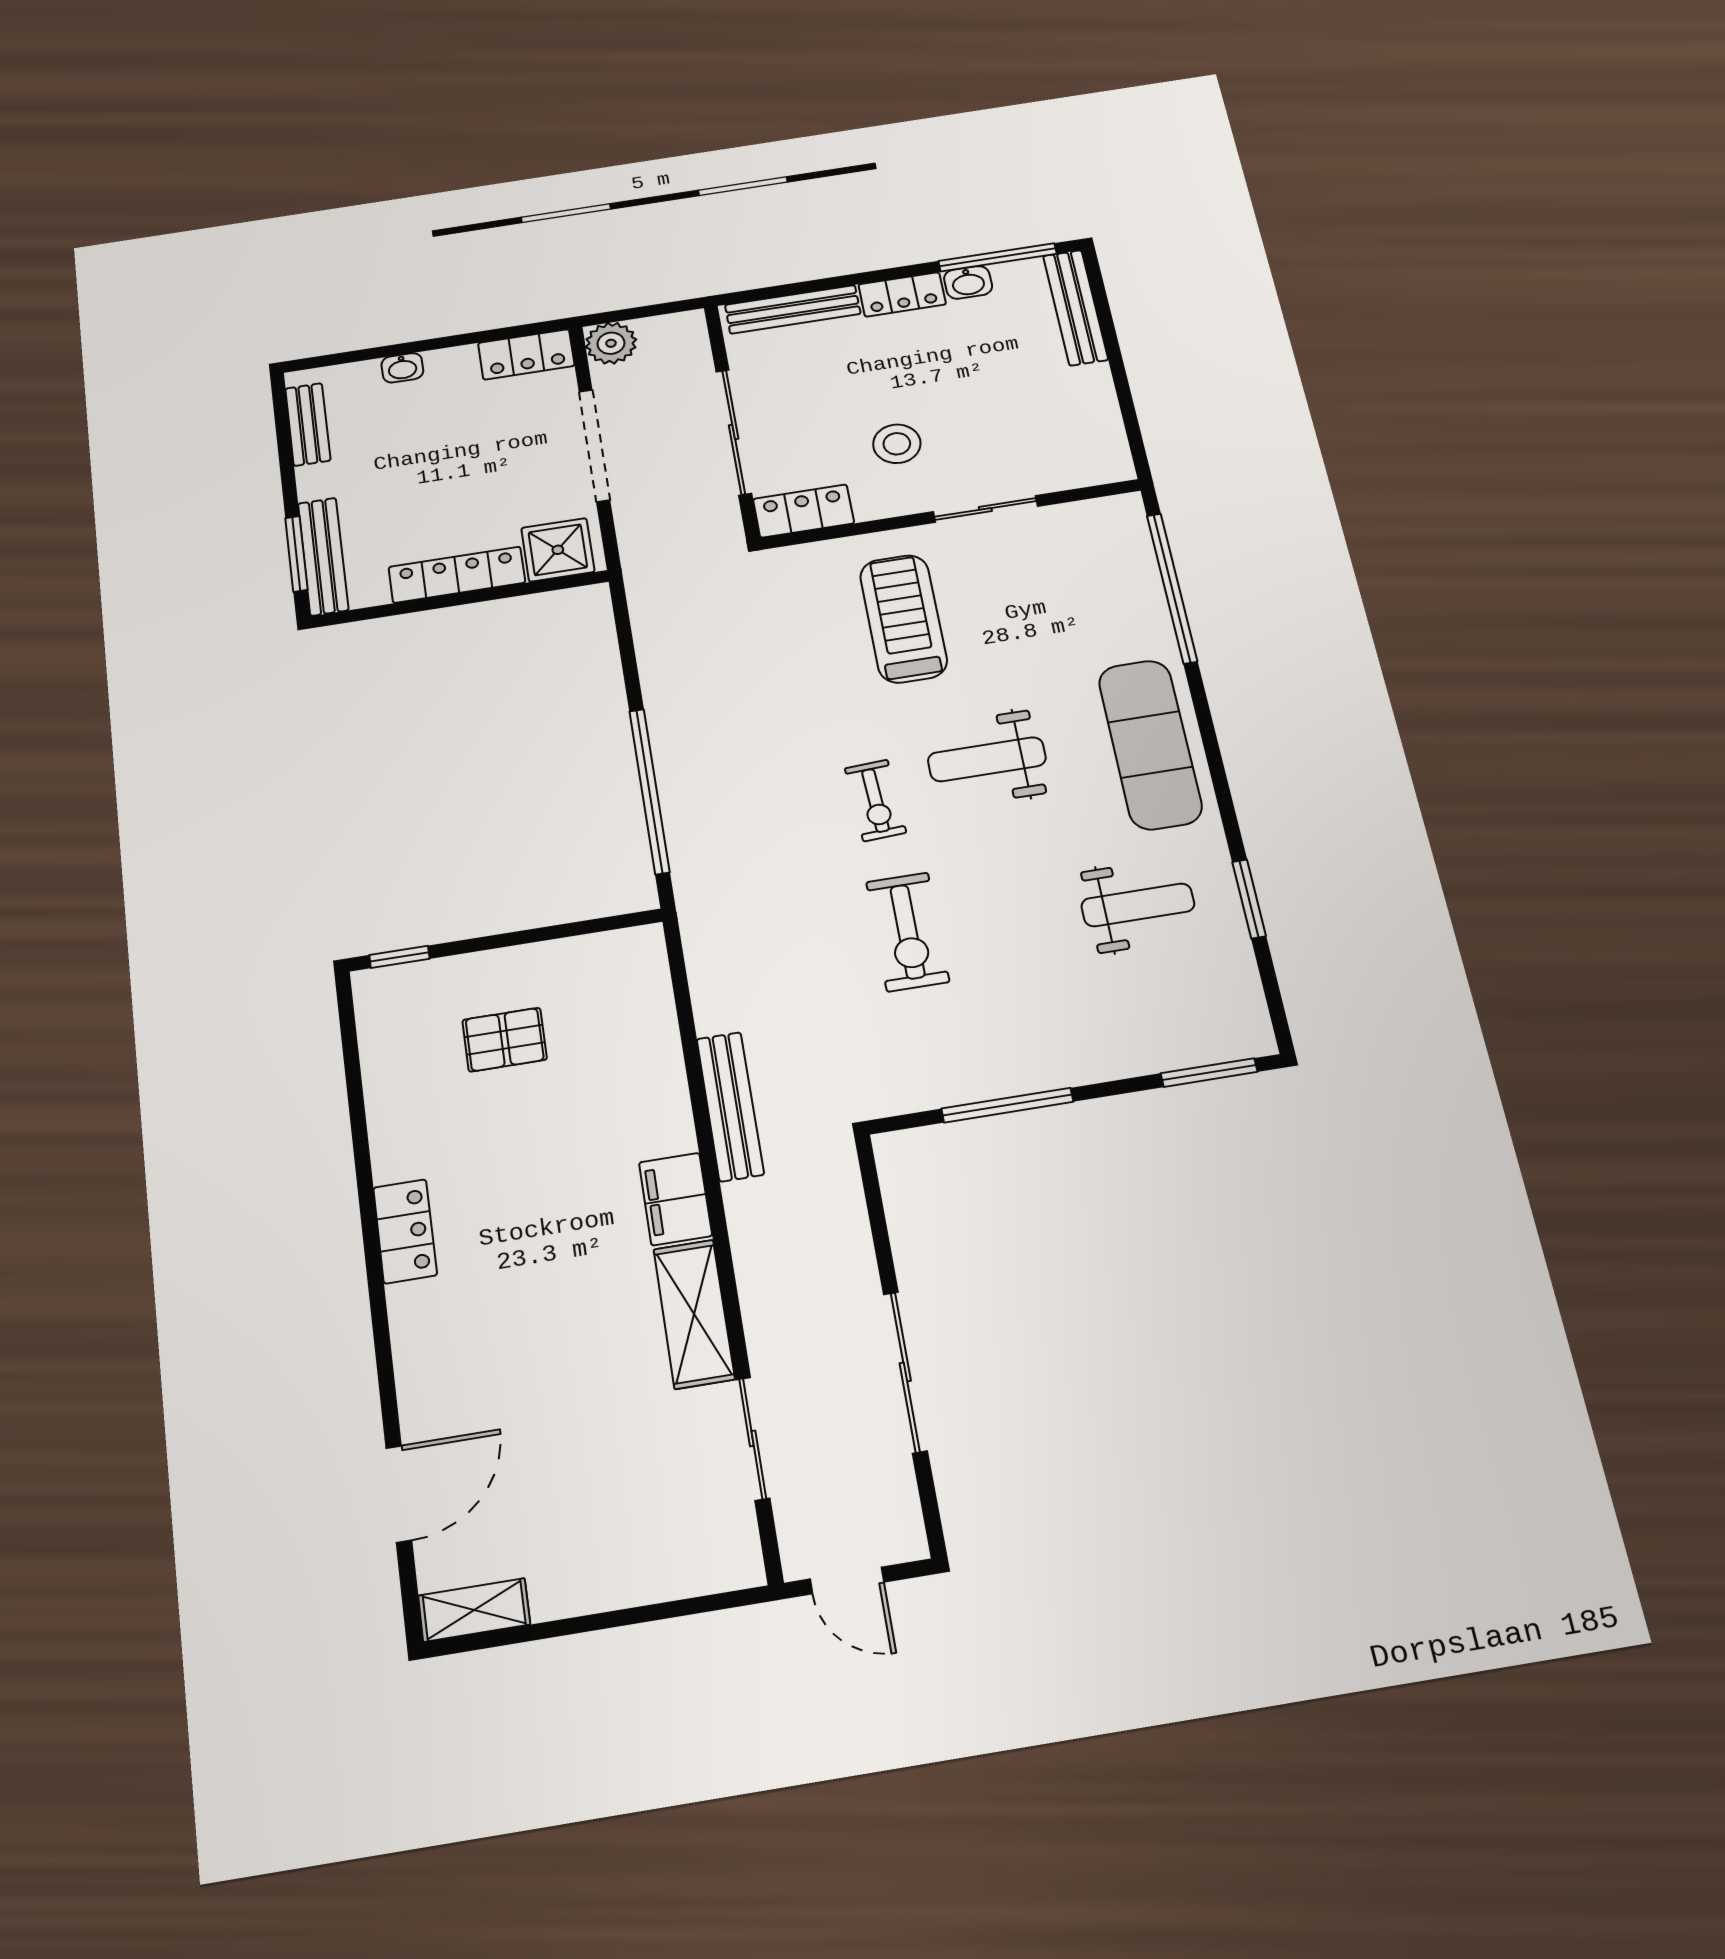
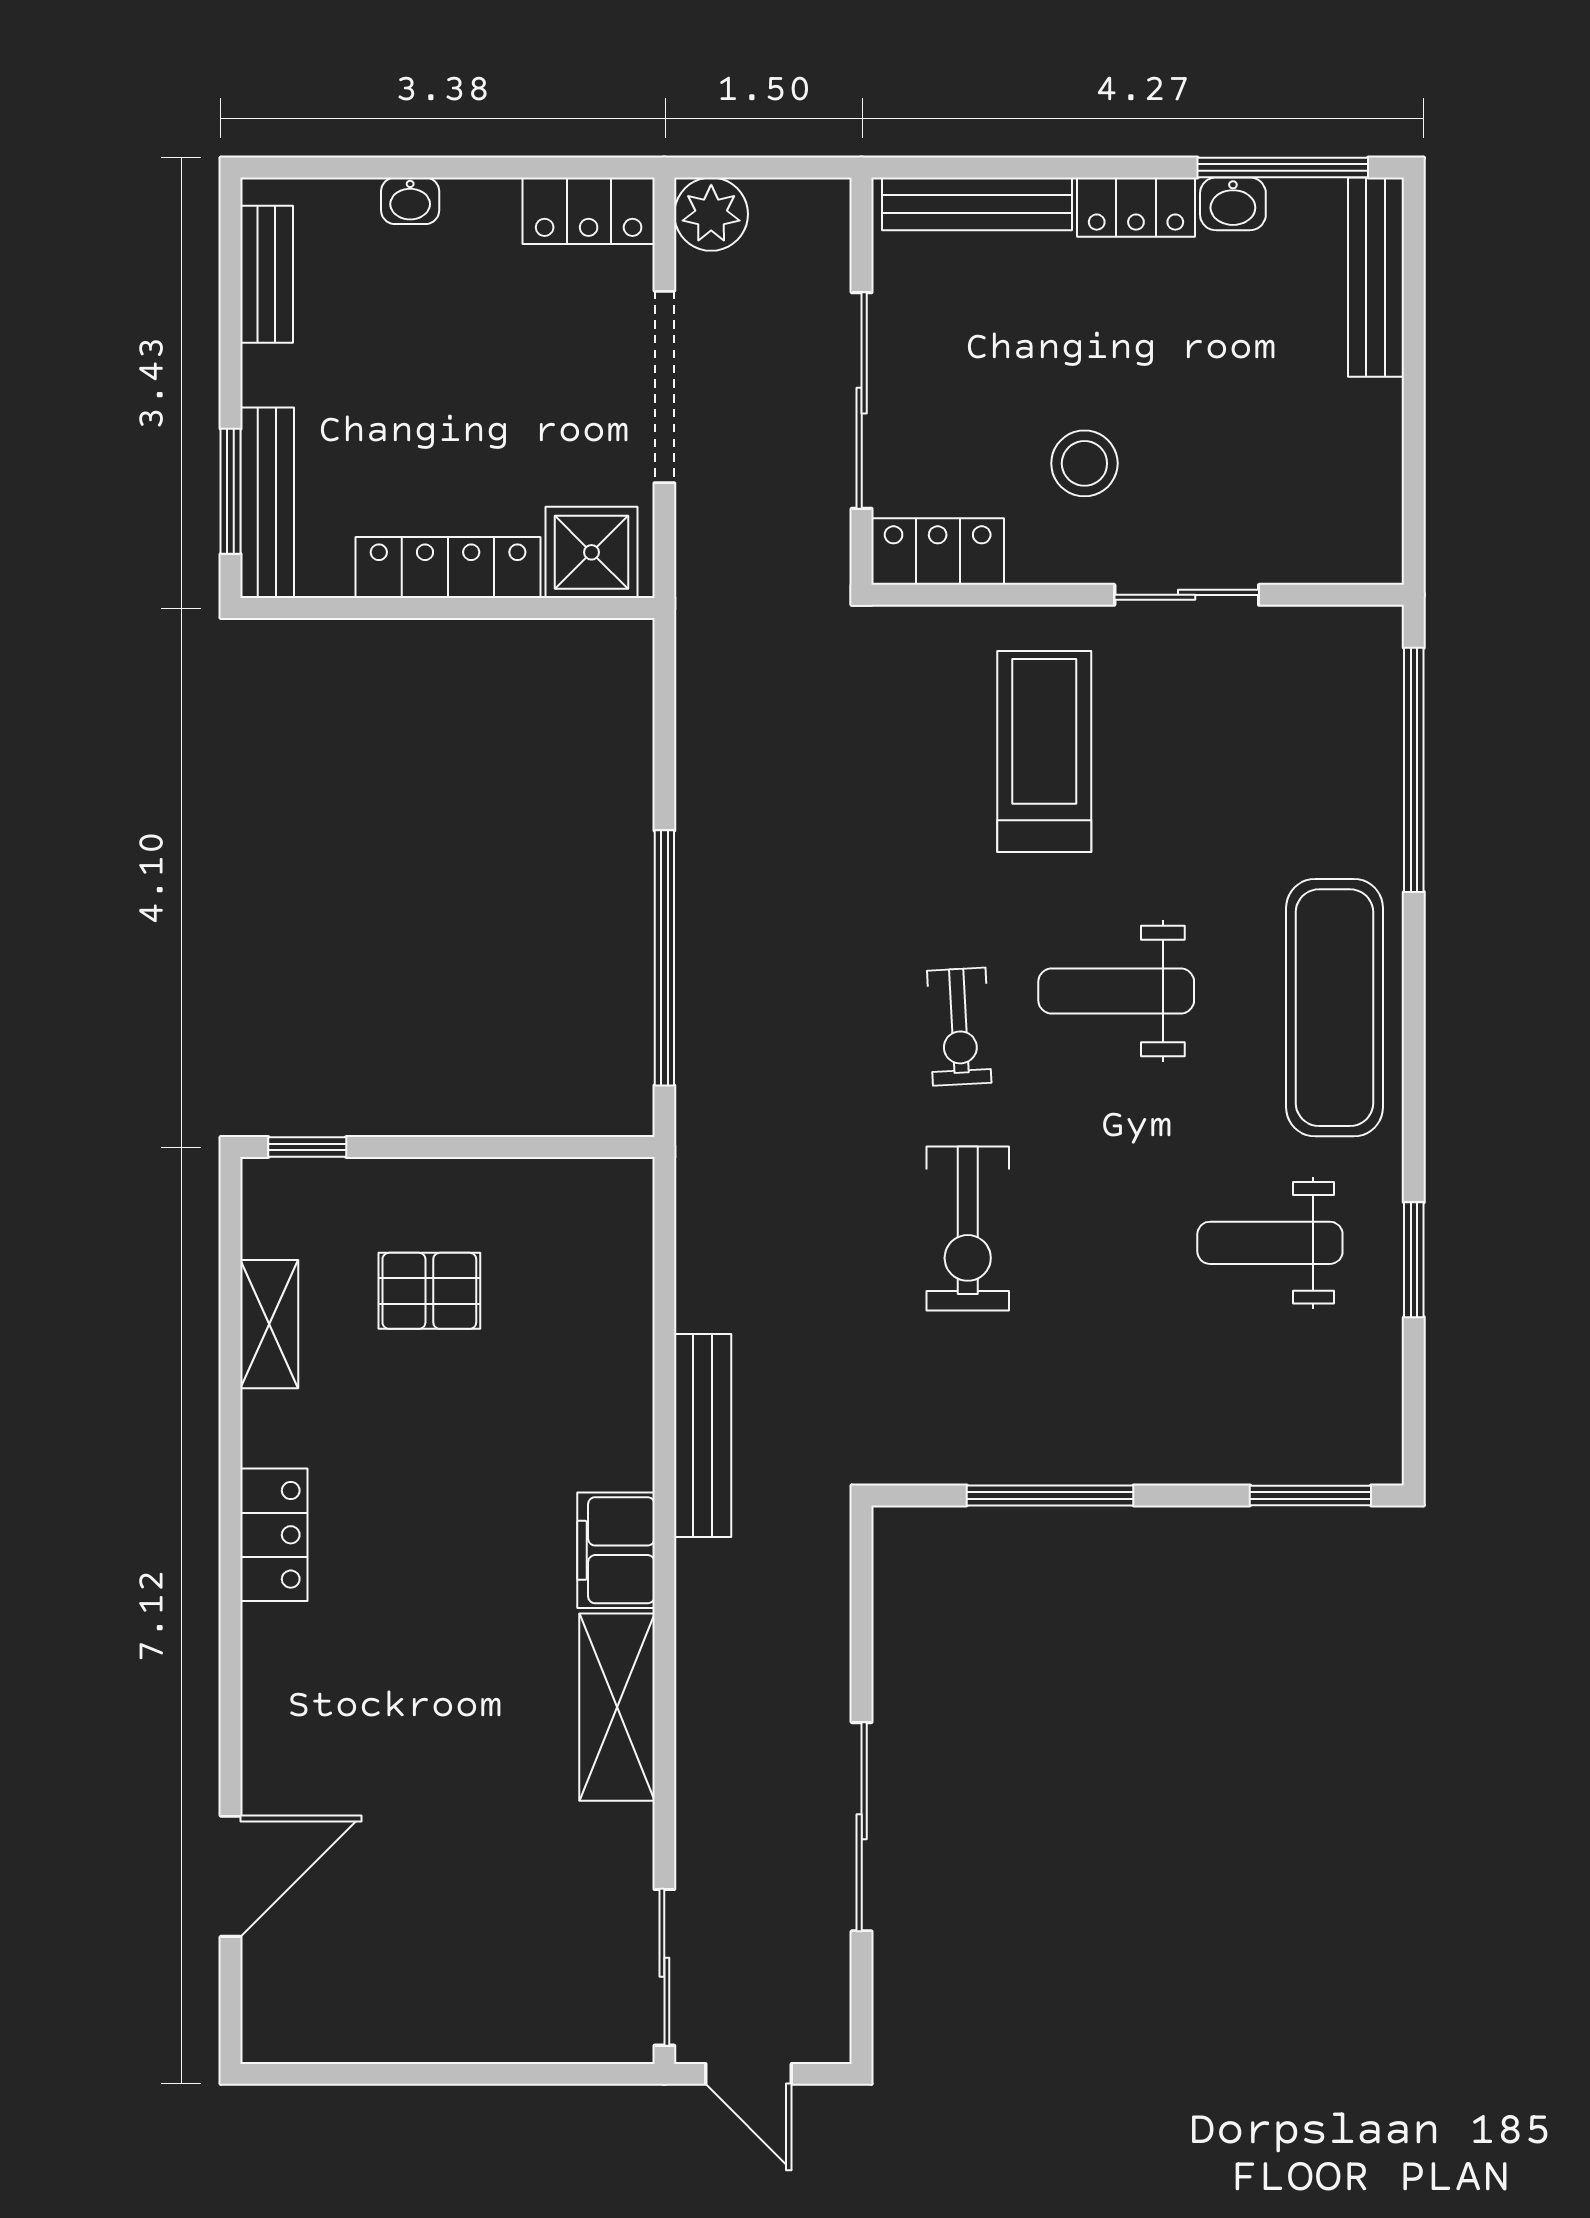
weight bench: (1138, 905) -> (1270, 1243), turned 180
sliding door: (753, 1438) -> (664, 1967), moved
shelving: (474, 1610) -> (269, 1324), moved, turned 90

